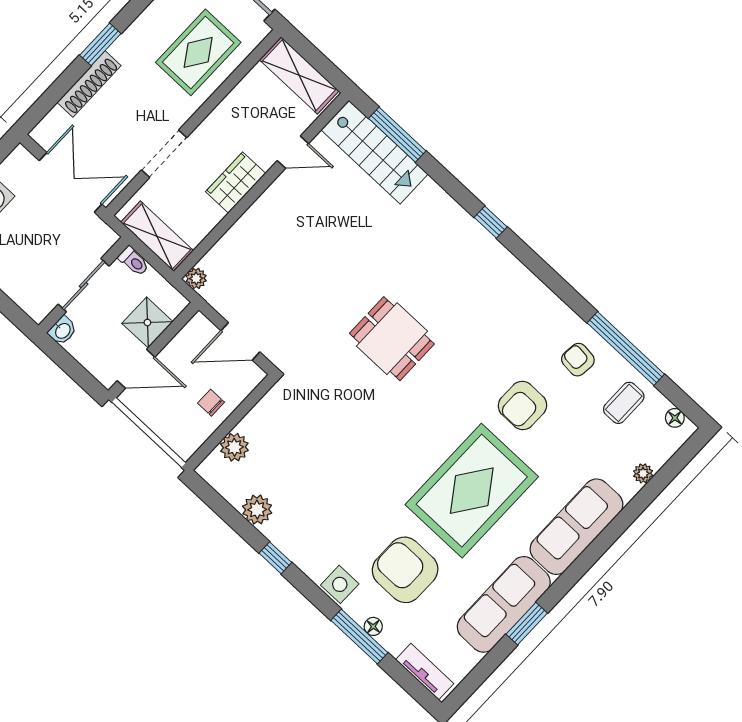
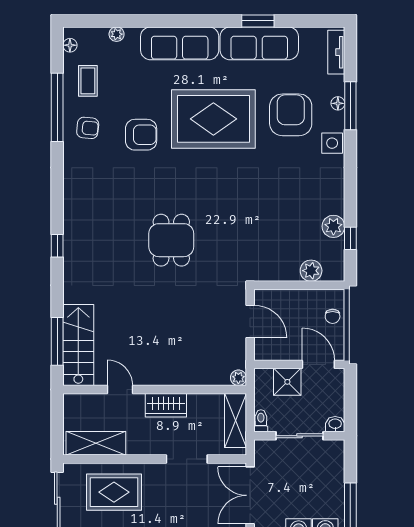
shelving: (299, 75) -> (96, 443), moved, turned 90
armchair: (578, 360) -> (88, 128), turned -90
chair: (211, 403) -> (333, 316), moved
coffee table: (624, 403) -> (88, 81), turned 90
window: (275, 558) -> (350, 238), moved
armchair: (405, 570) -> (291, 115), turned 180

